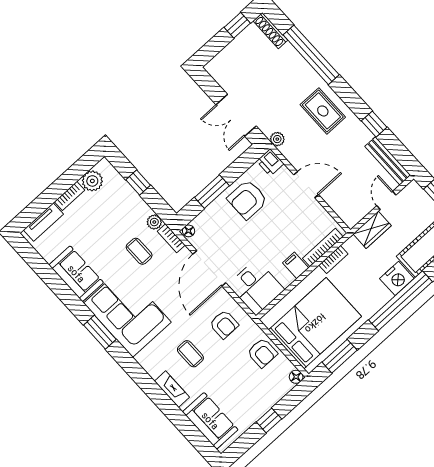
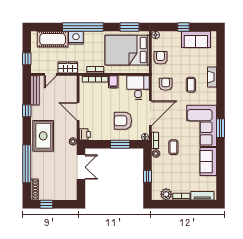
rug: (323, 111) -> (43, 136), width x1.36, depth x1.43
armchair: (247, 199) -> (123, 121), moved, turned 180
sofa: (210, 421) -> (196, 39), moved, turned -90

